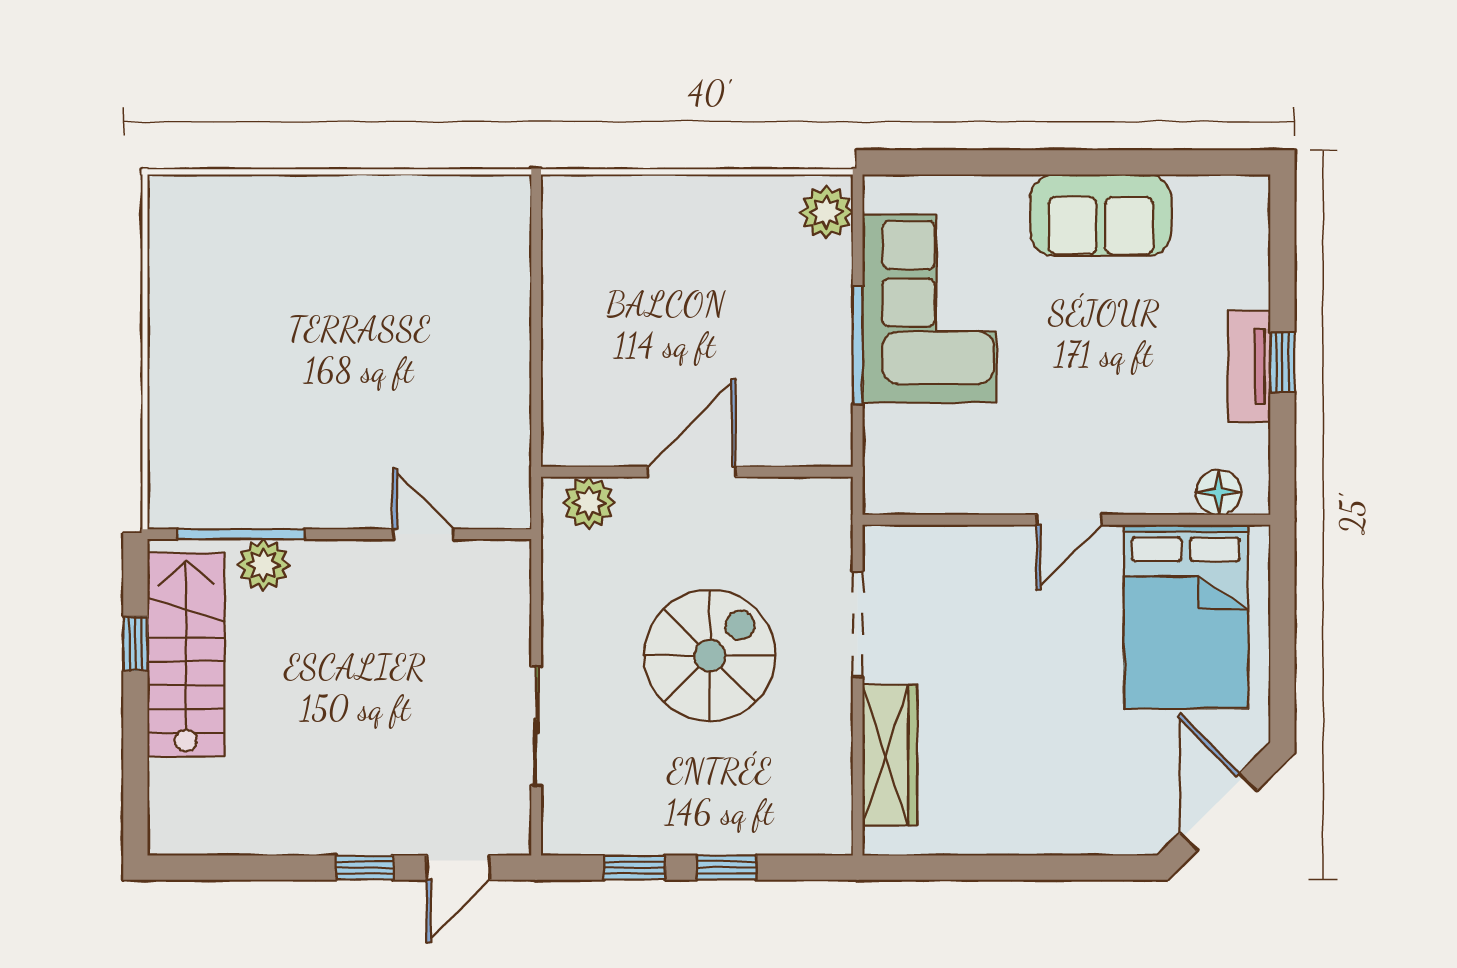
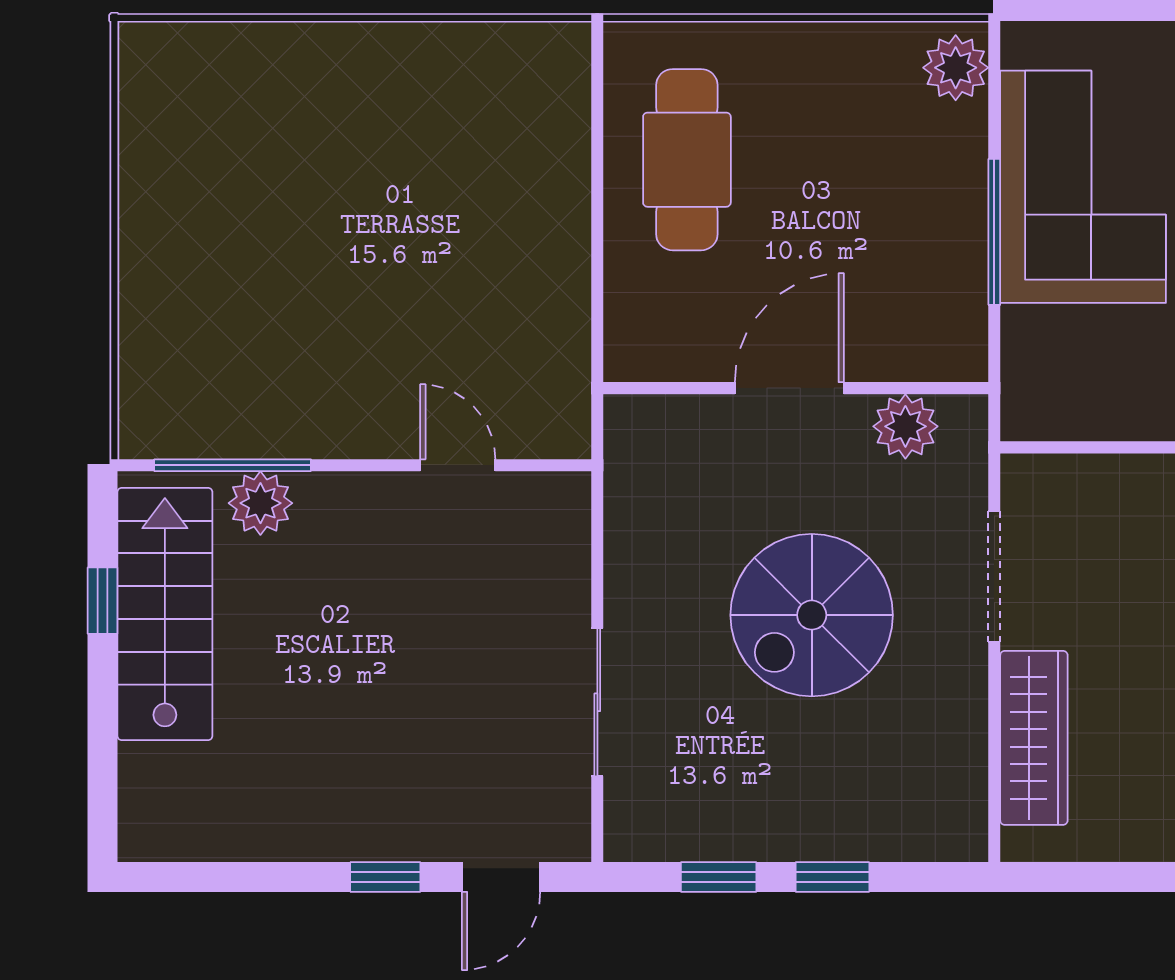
cafe table: (609, 287) -> (687, 160), added
plant: (589, 503) -> (905, 426), moved
spiral stairs: (710, 655) -> (812, 615), turned 180

